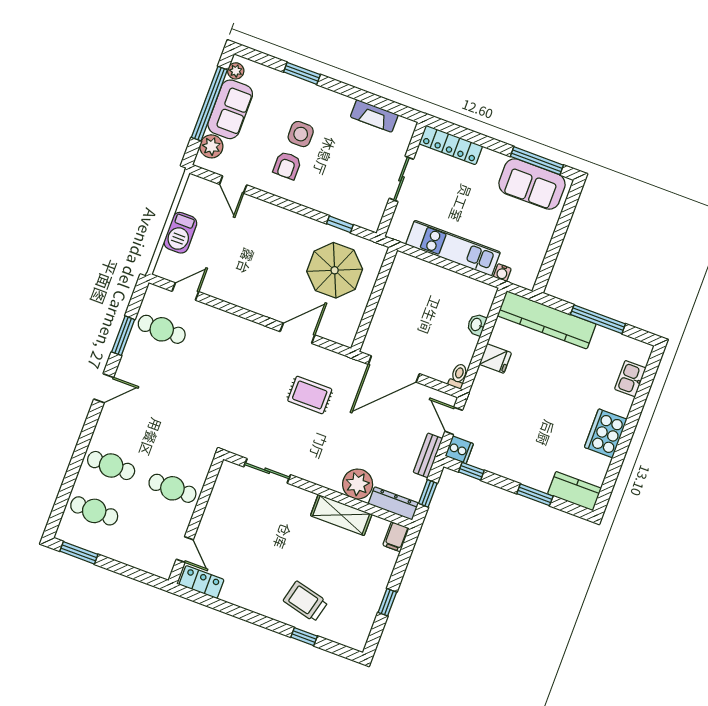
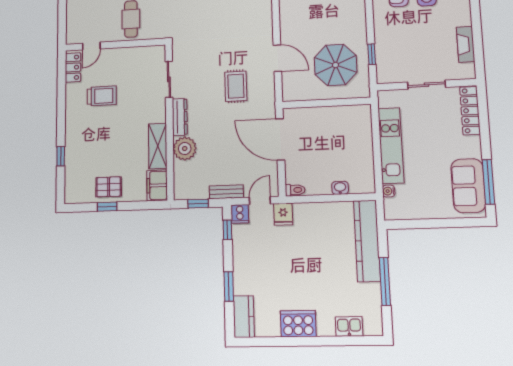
fridge: (495, 359) -> (283, 214), moved
dresser: (393, 503) -> (180, 117), moved
filing cabinet: (396, 537) -> (157, 185), width x2.00
pallet: (365, 592) -> (109, 187), added
trolley: (305, 601) -> (102, 96), moved, turned 76

